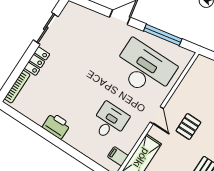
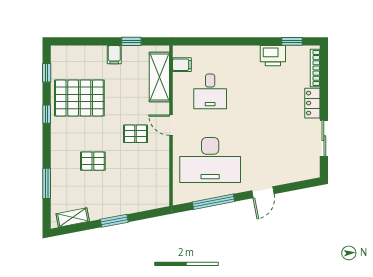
window: (22, 119) -> (292, 41), added
printer: (56, 126) -> (273, 56), moved
pallet: (188, 126) -> (135, 134), turned 90

